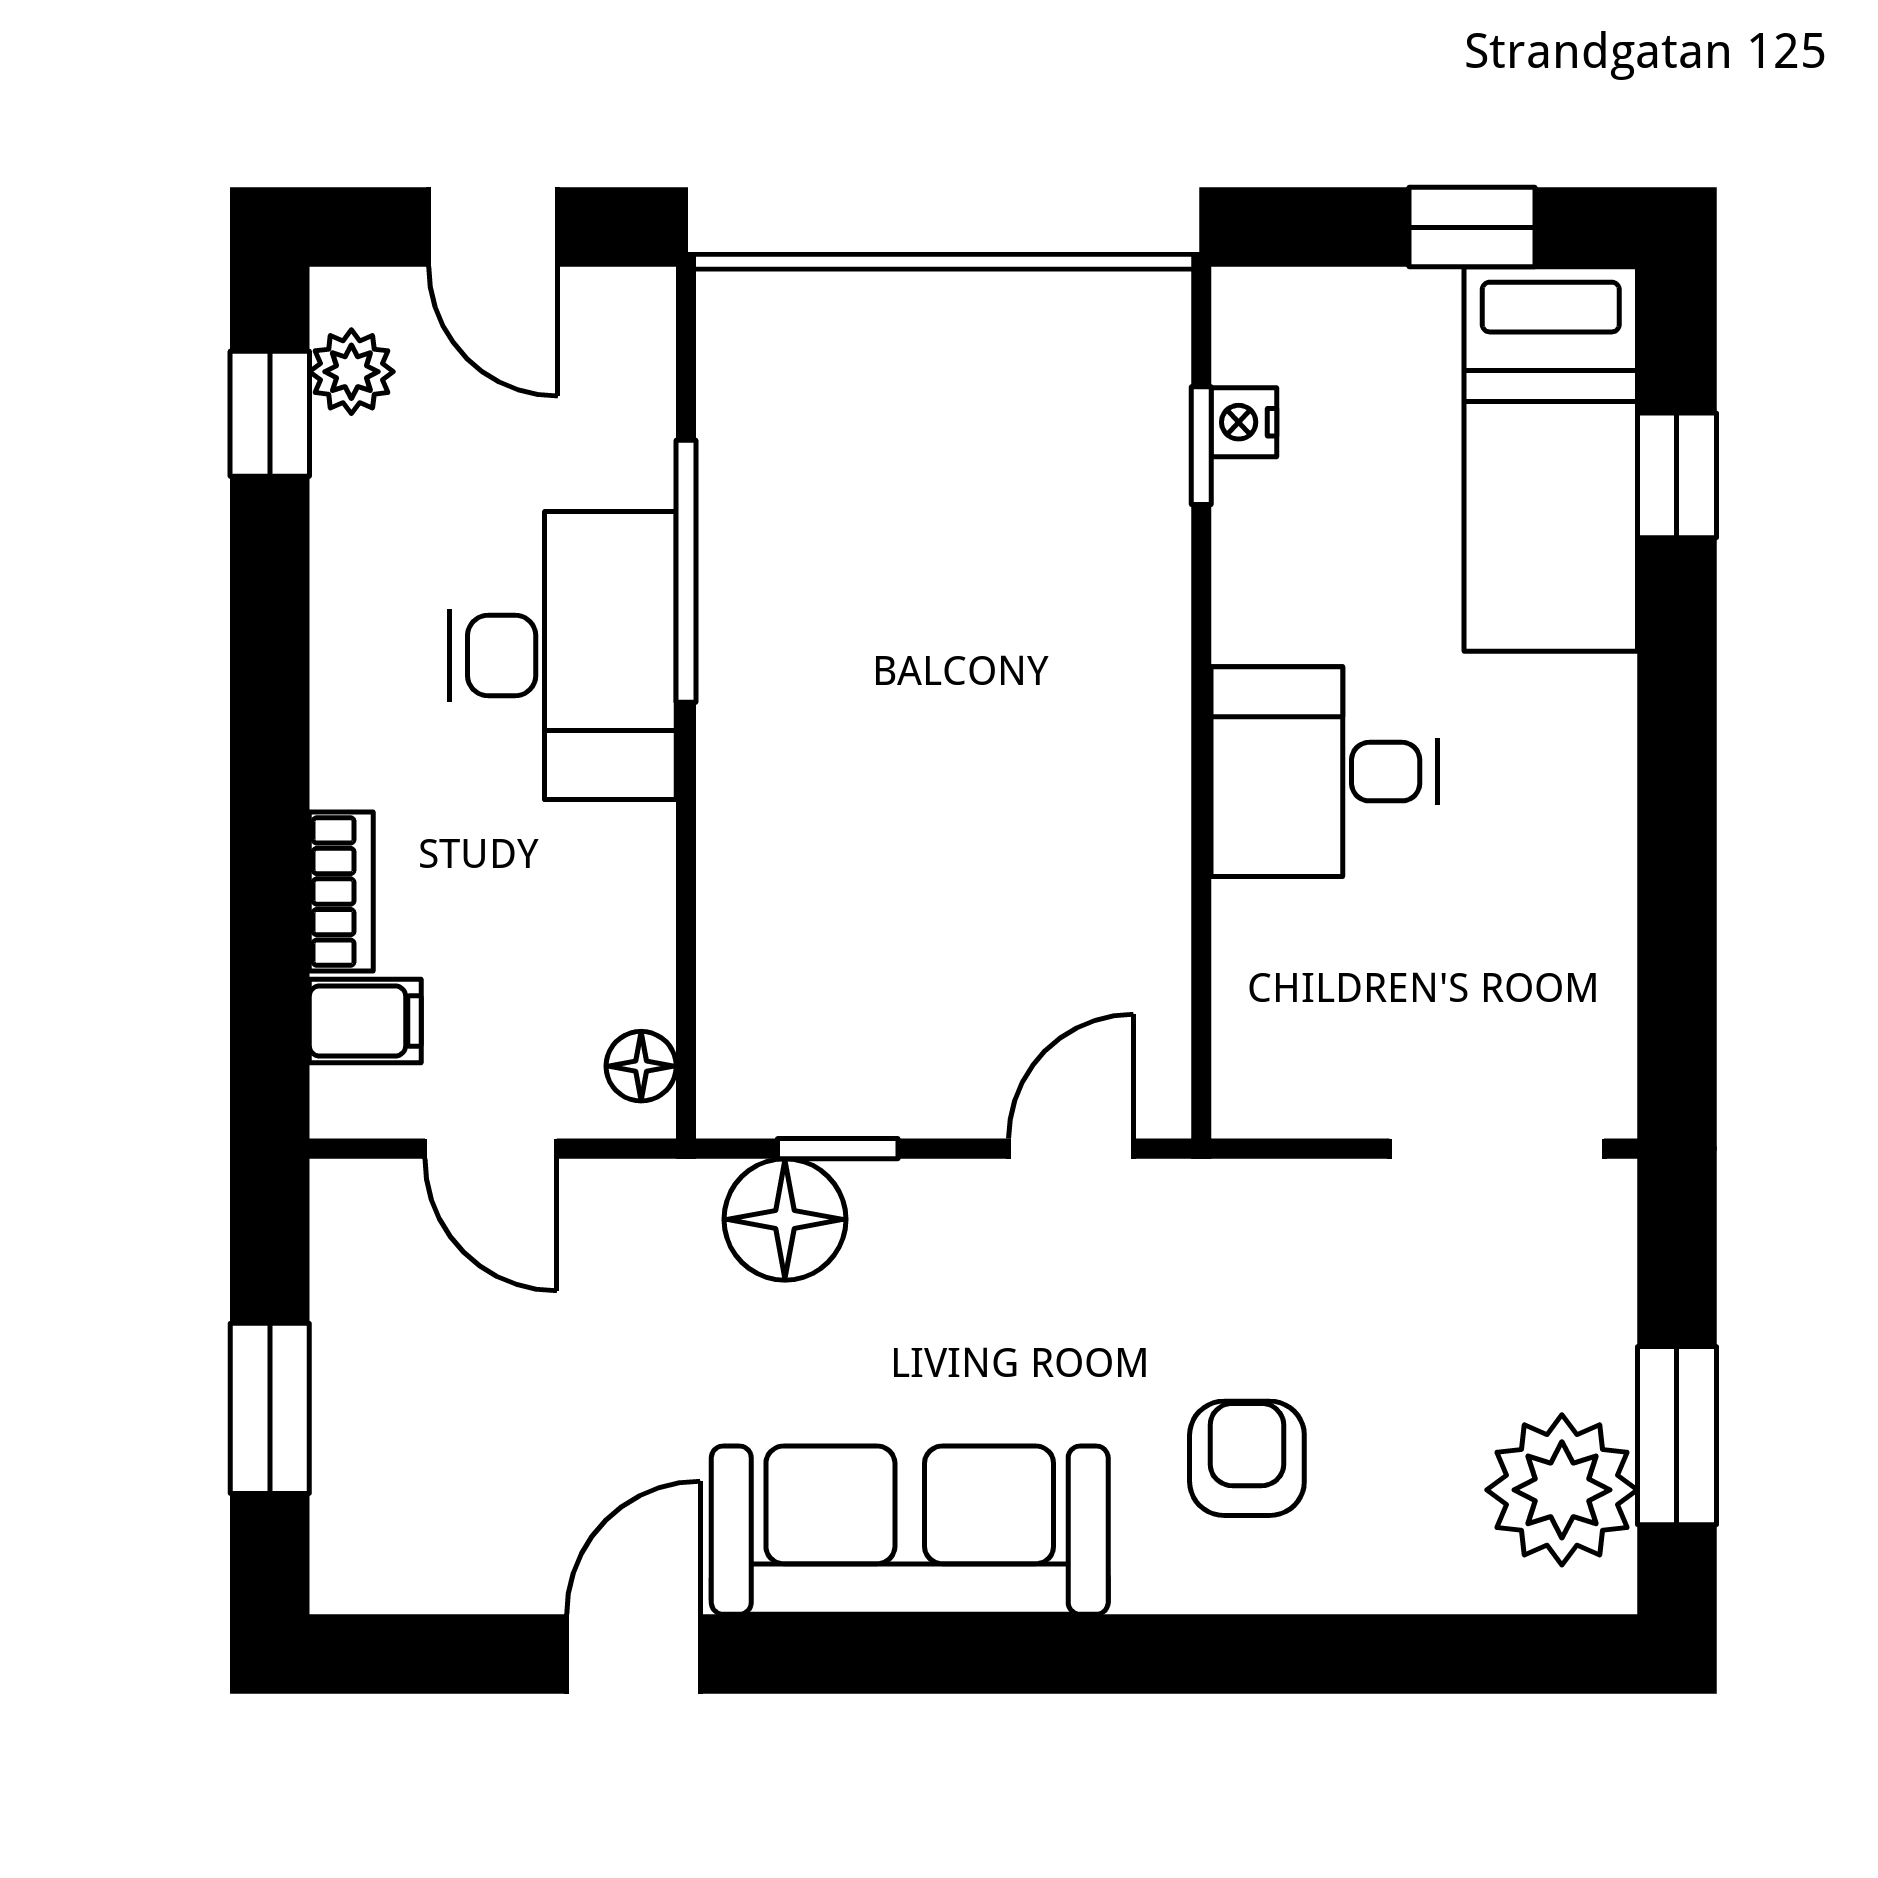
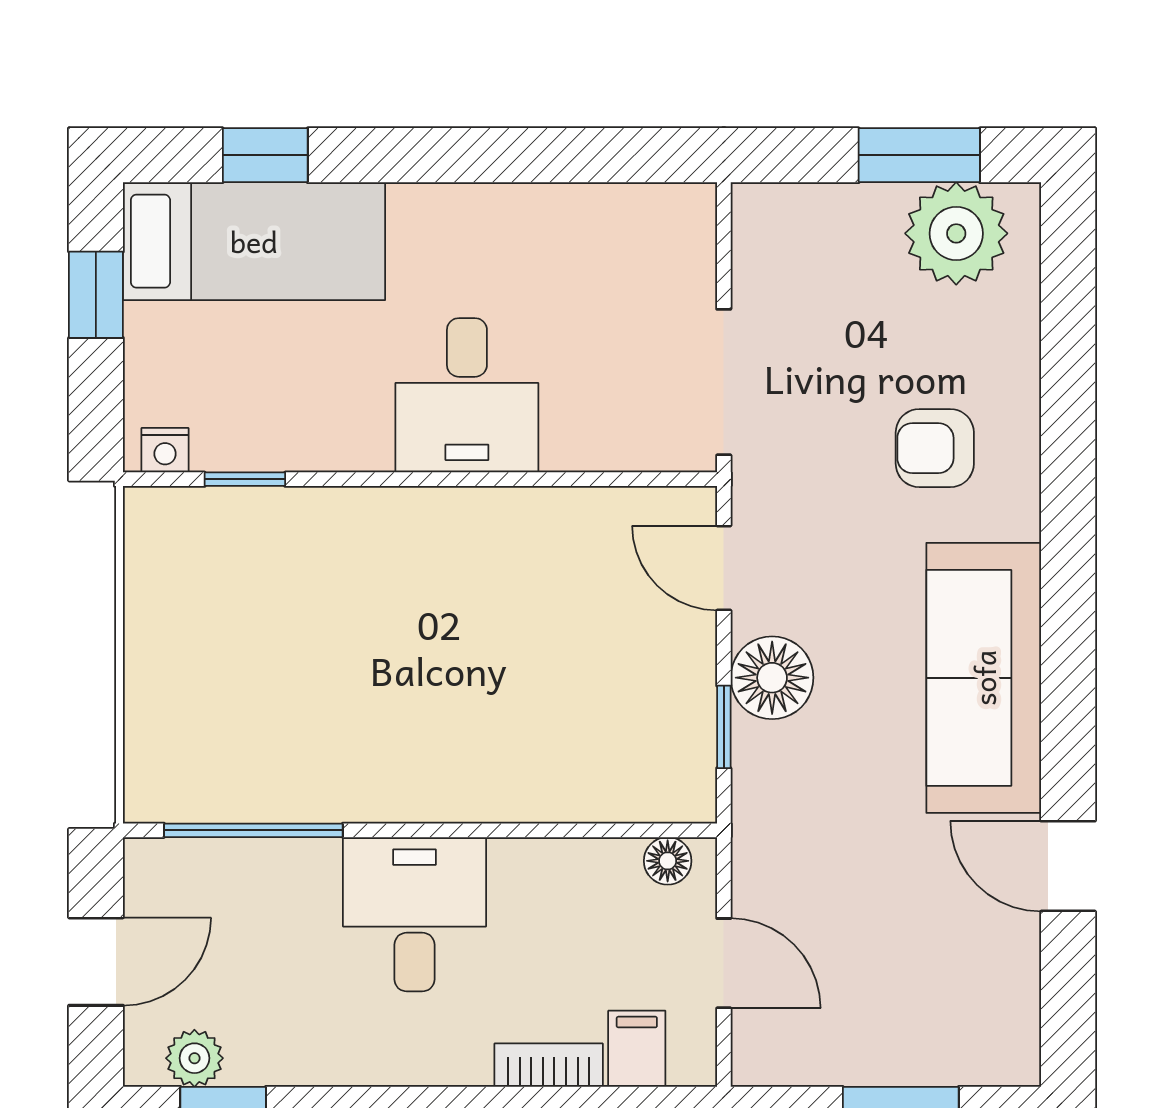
nightstand: (1244, 422) -> (165, 450), moved
window: (686, 571) -> (253, 830), moved
desk: (563, 656) -> (414, 914), width x0.73
door: (491, 1149) -> (724, 963), hinge flipped
doorway: (1497, 1149) -> (724, 382), moved
floor lamp: (785, 1219) -> (772, 678), moved

